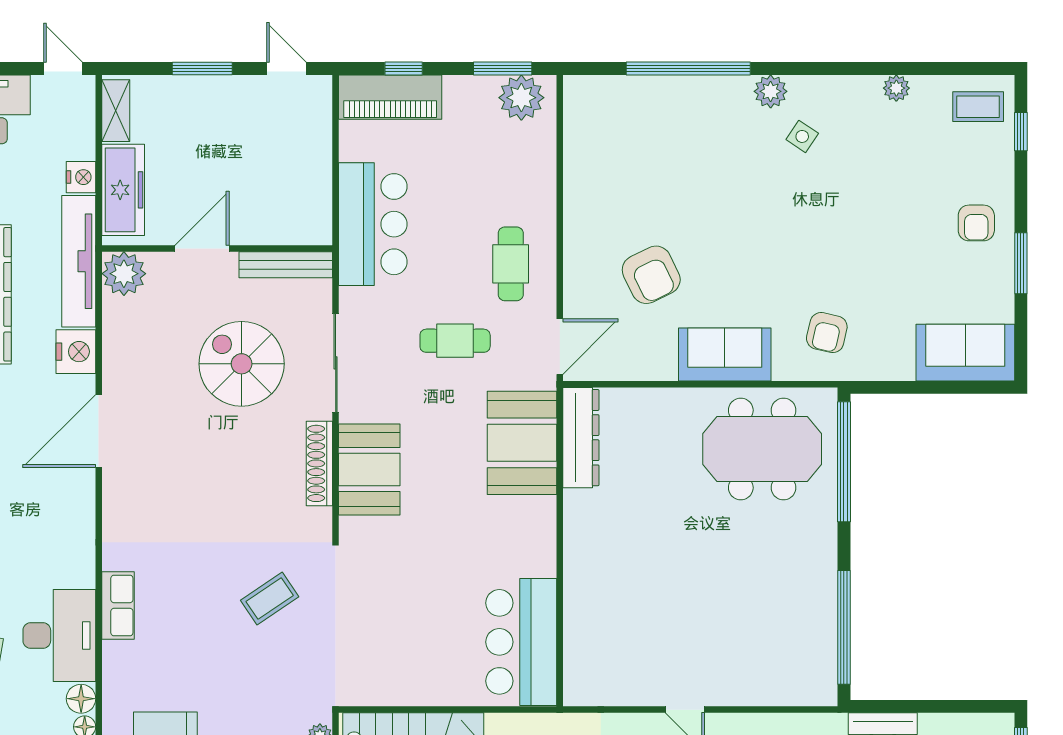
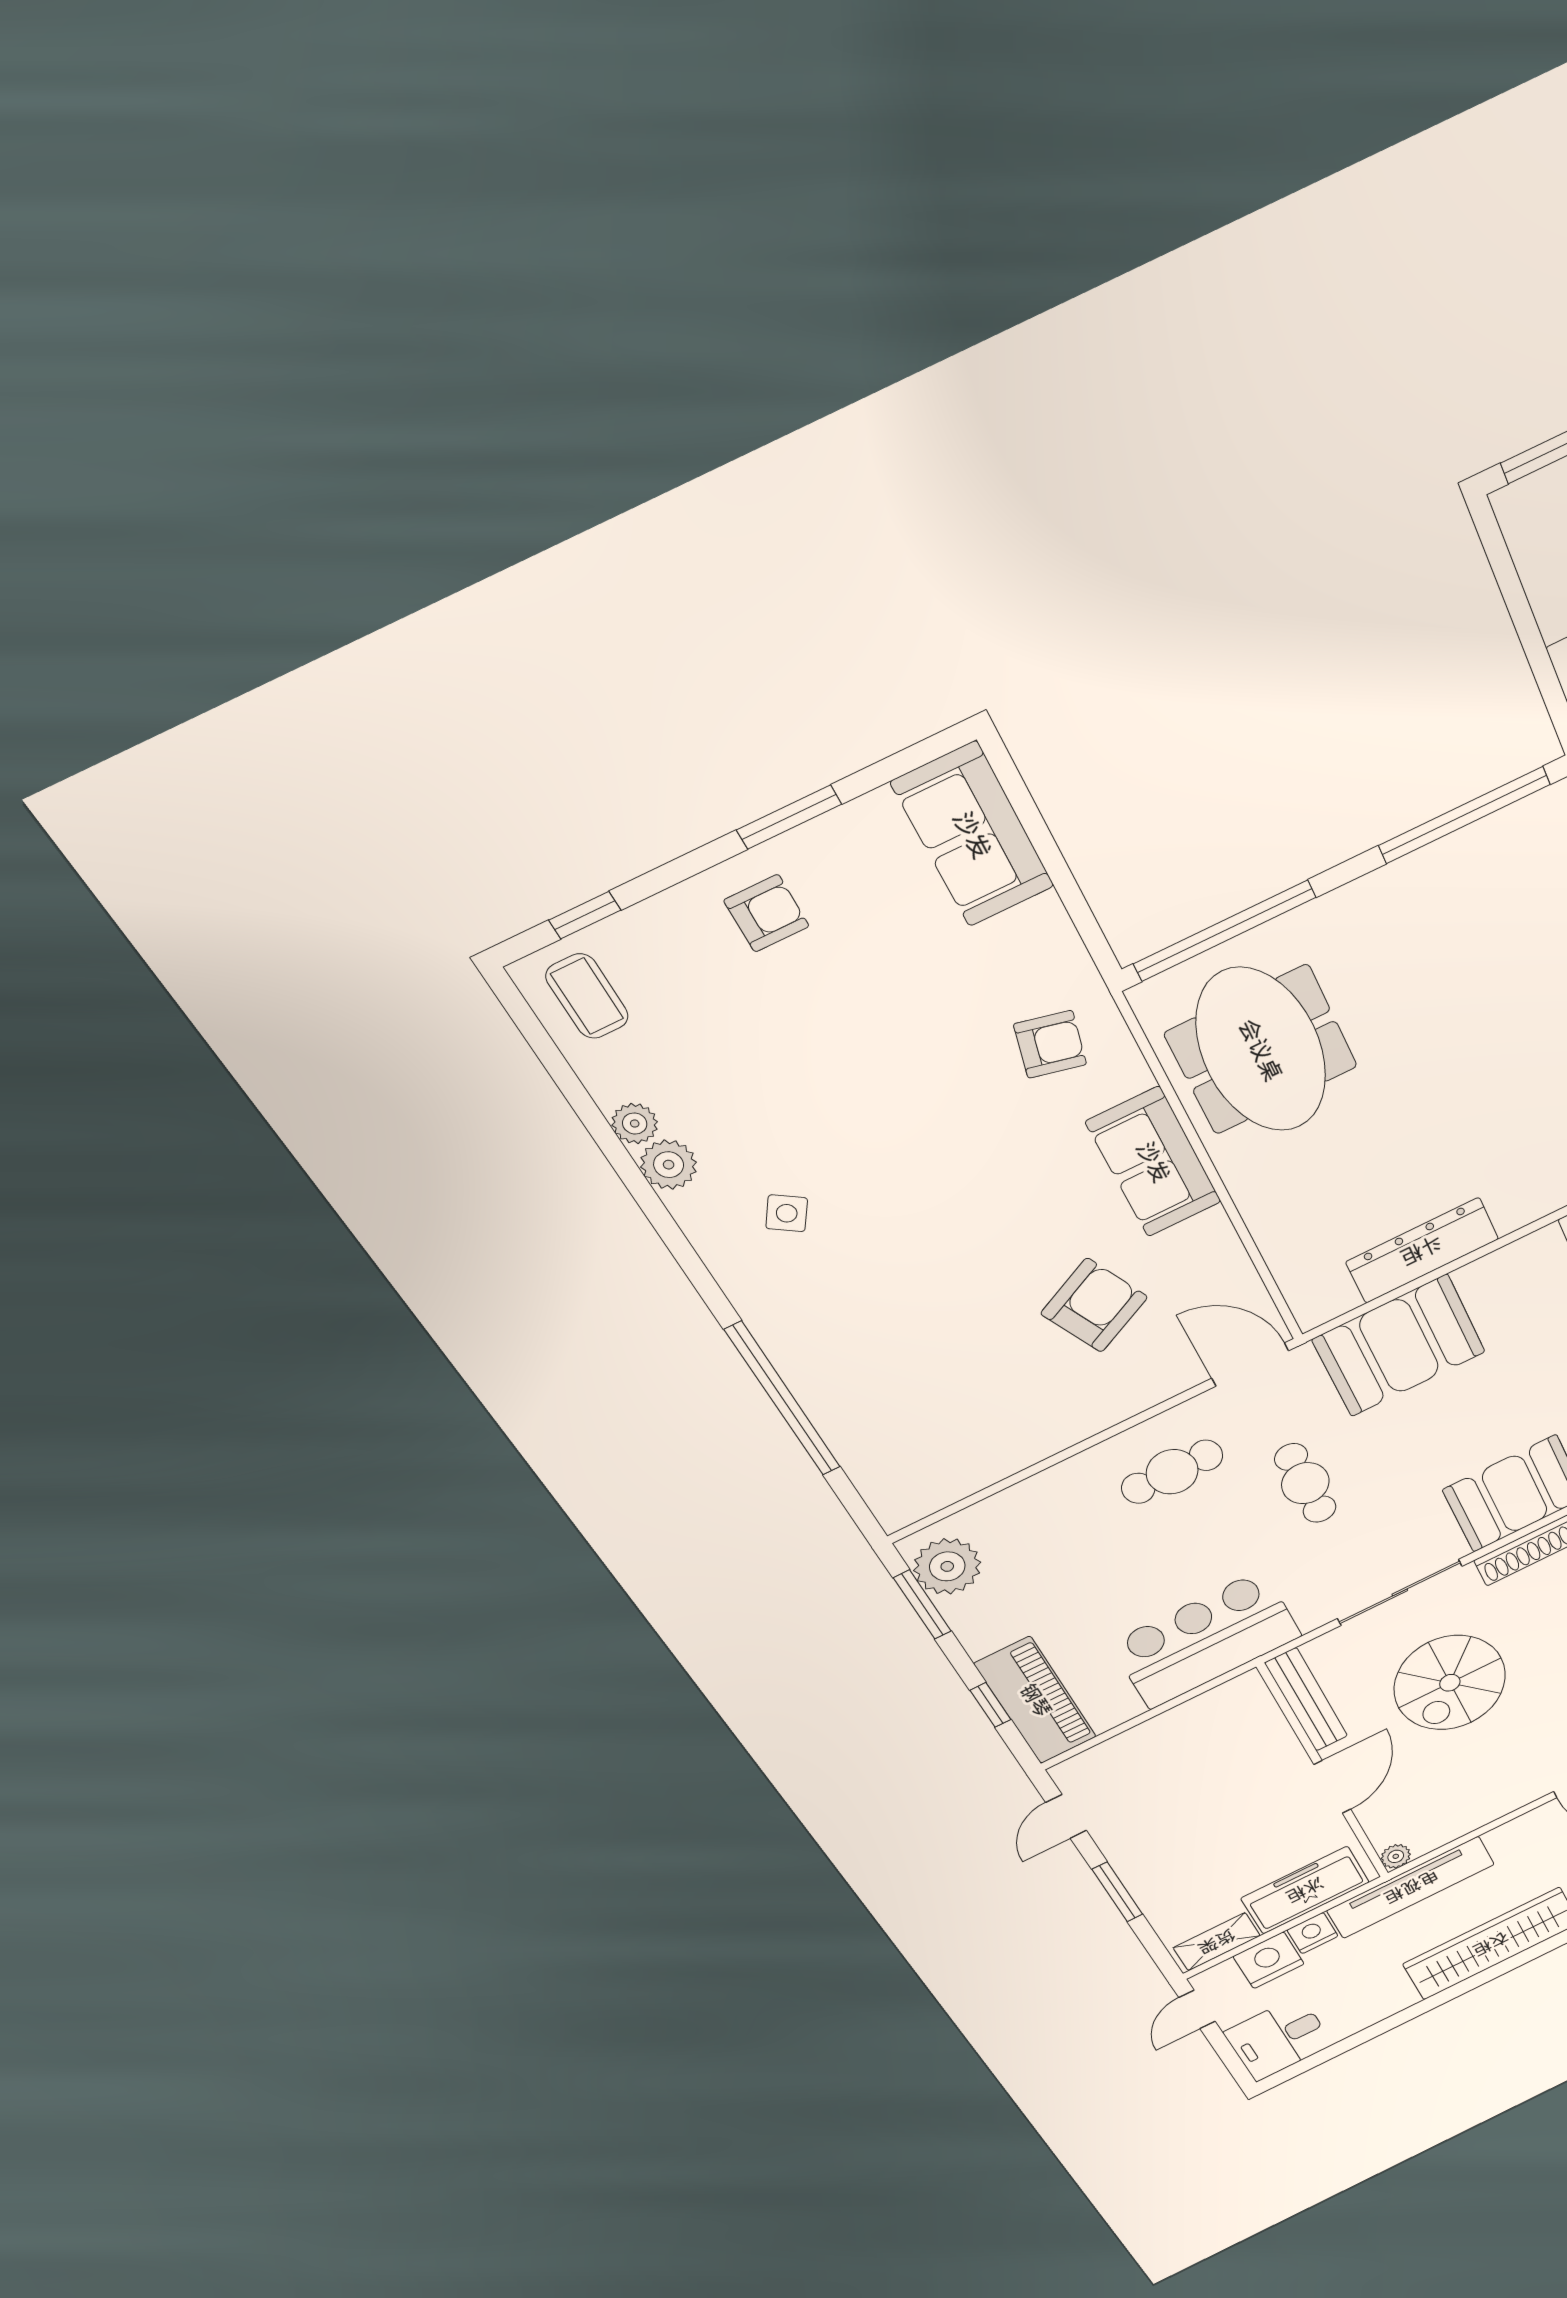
plant: (771, 91) -> (669, 1165), moved
door: (202, 248) -> (1332, 1787), swing flipped
plant: (124, 274) -> (1396, 1856), width x0.53, depth x0.53
nightstand: (76, 352) -> (1269, 1960), moved
dresser: (581, 438) -> (1422, 1250), moved

